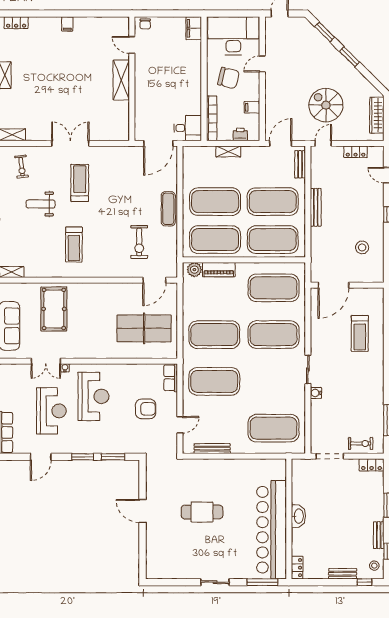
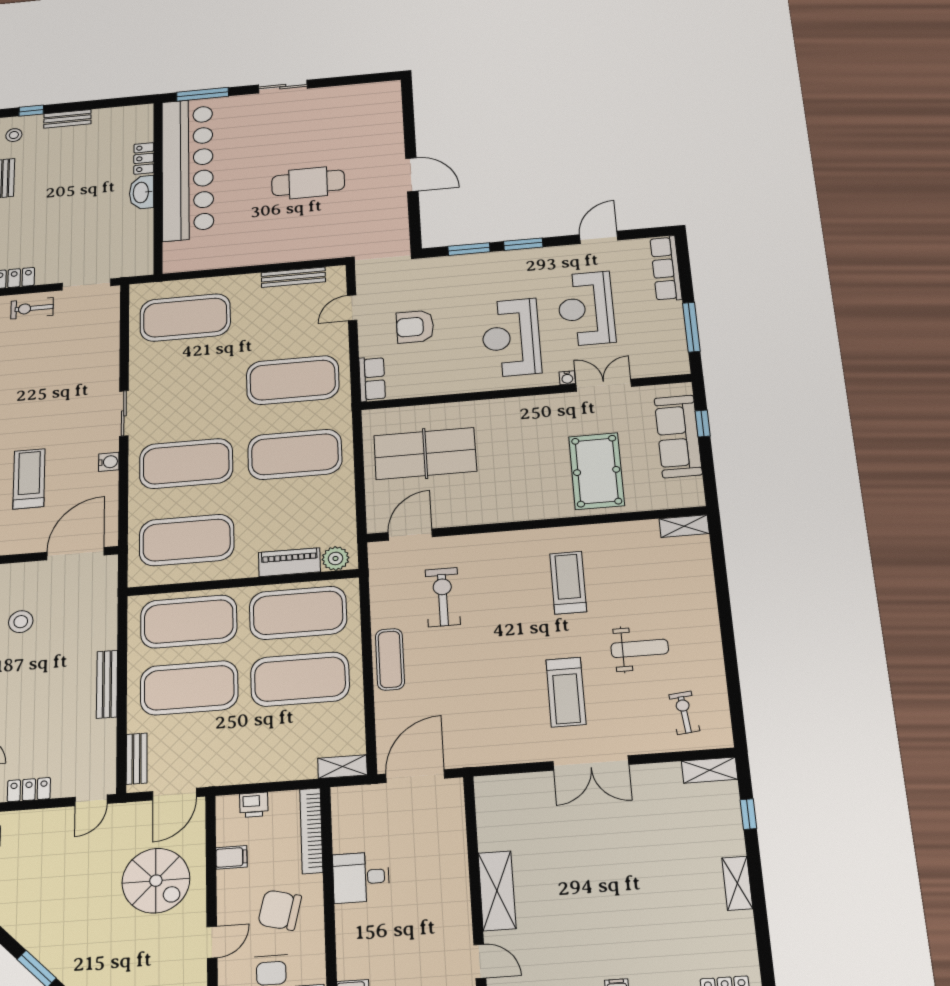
spiral stairs: (326, 105) -> (156, 881), moved
desk: (188, 128) -> (361, 877), moved
shelving: (228, 151) -> (342, 767), moved
water cooler: (316, 393) -> (109, 462), moved
locker: (297, 568) -> (144, 158), moved

